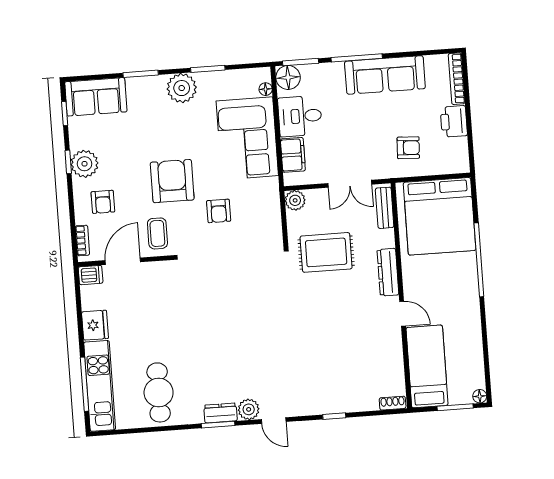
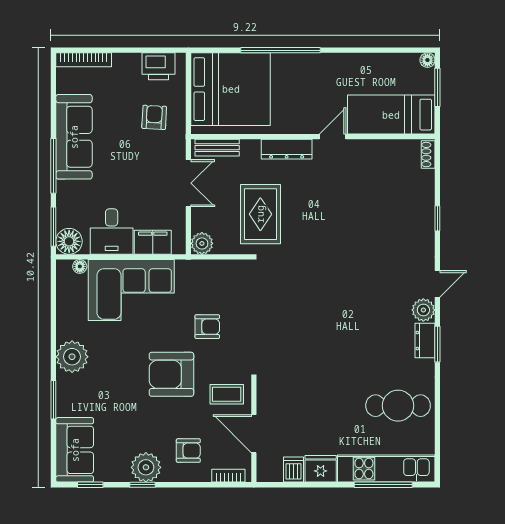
window: (208, 69) -> (53, 327), removed
printer: (454, 121) -> (158, 66), moved
dishwasher: (91, 275) -> (294, 470), moved

